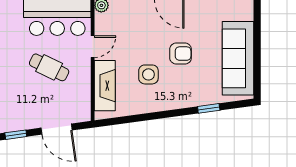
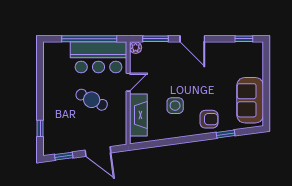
armchair: (181, 54) -> (209, 119), moved
sofa: (238, 58) -> (250, 100), width x0.73

